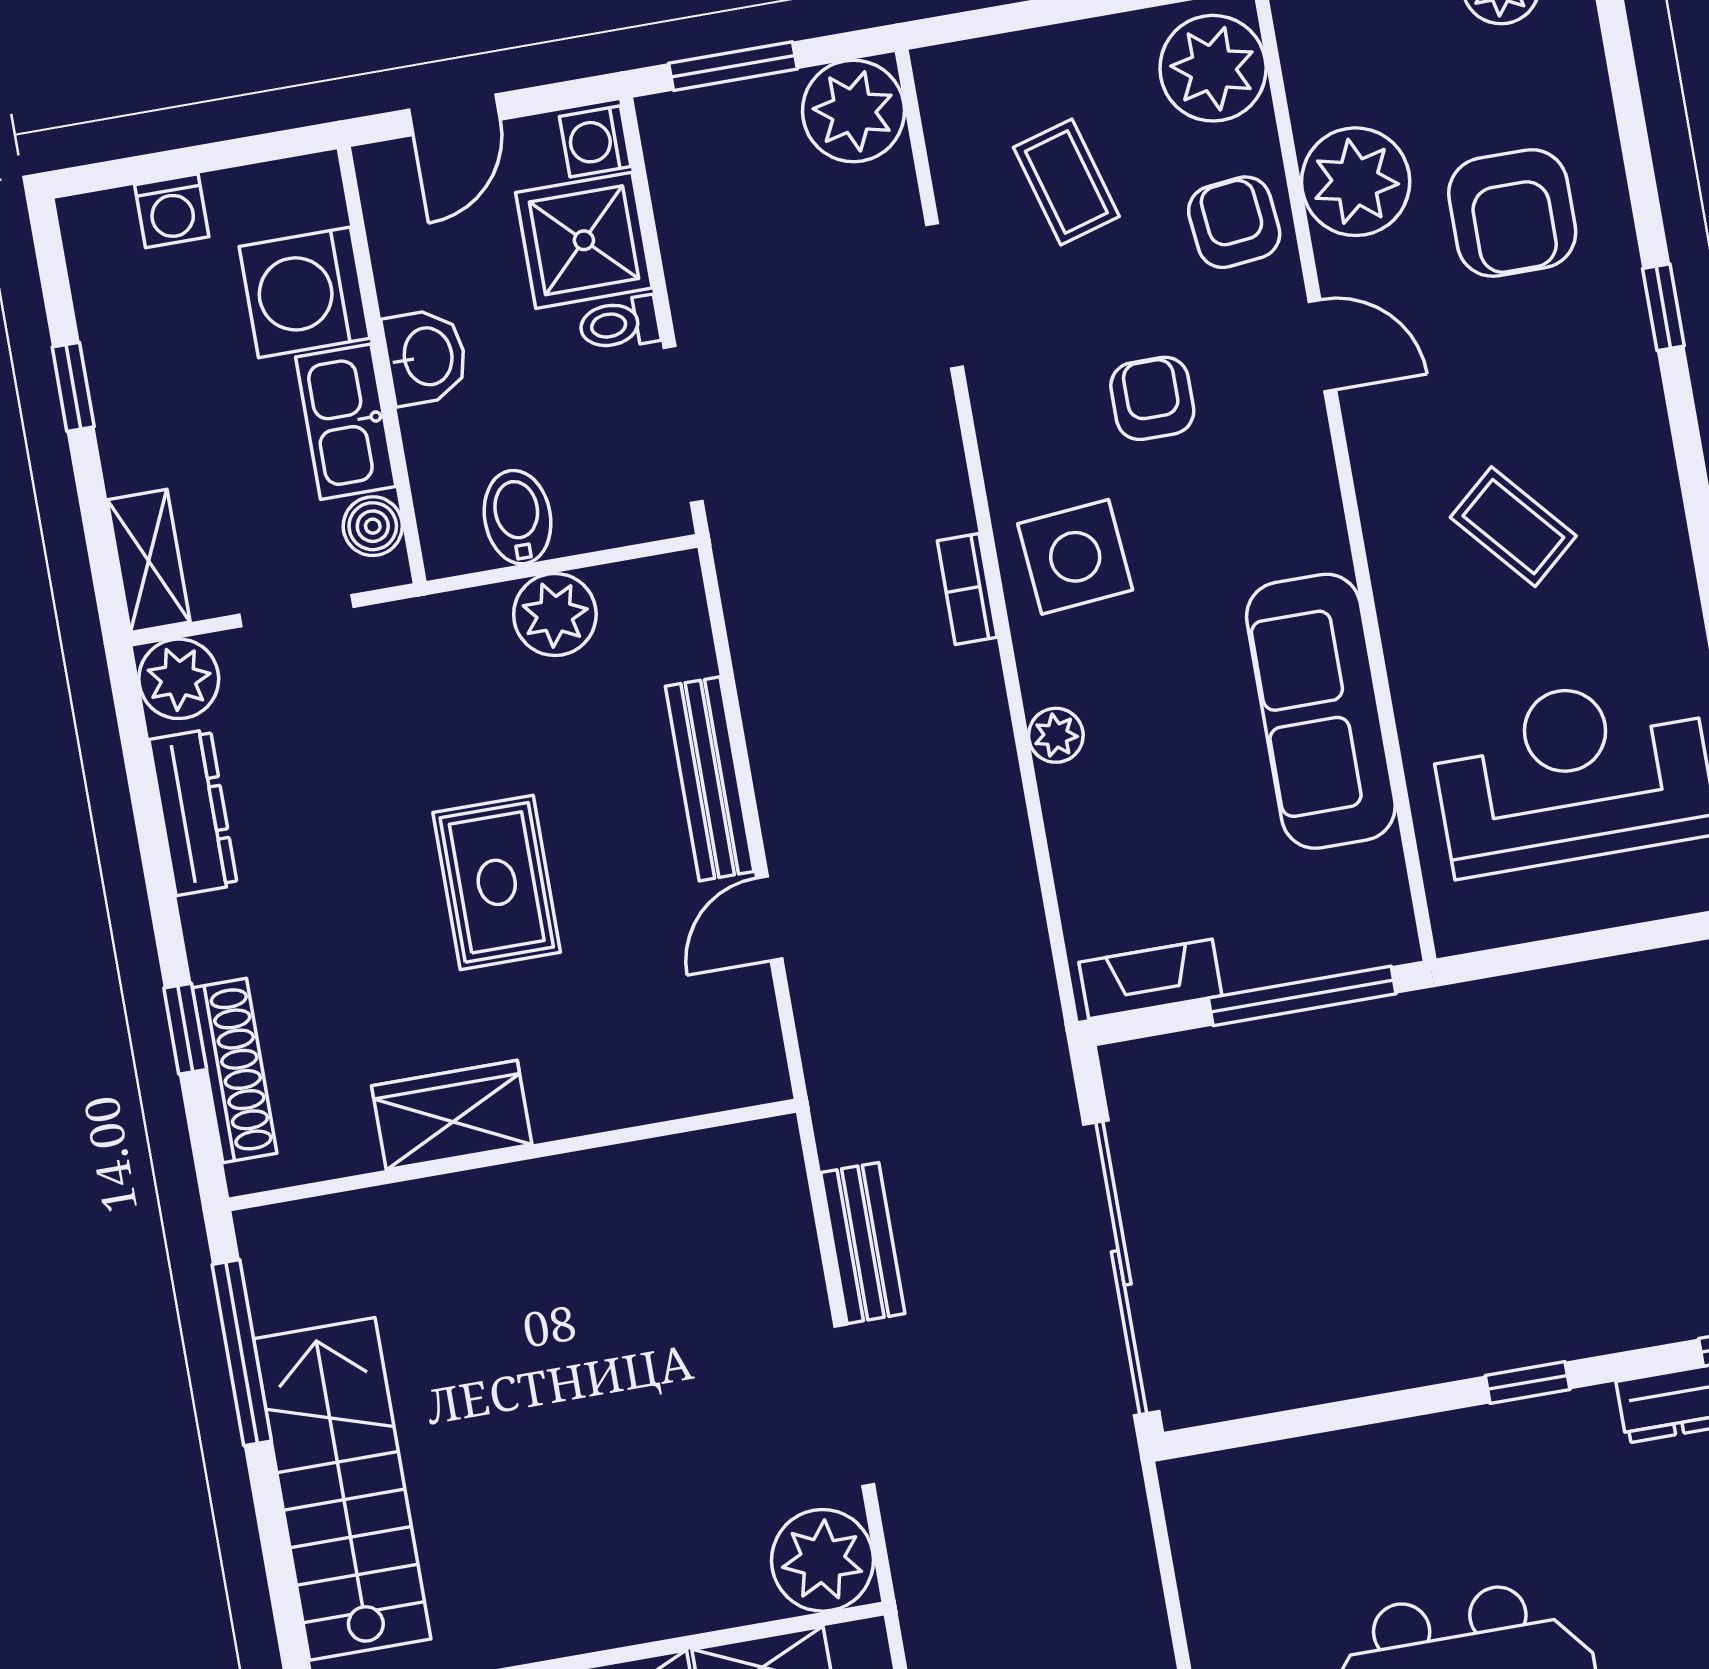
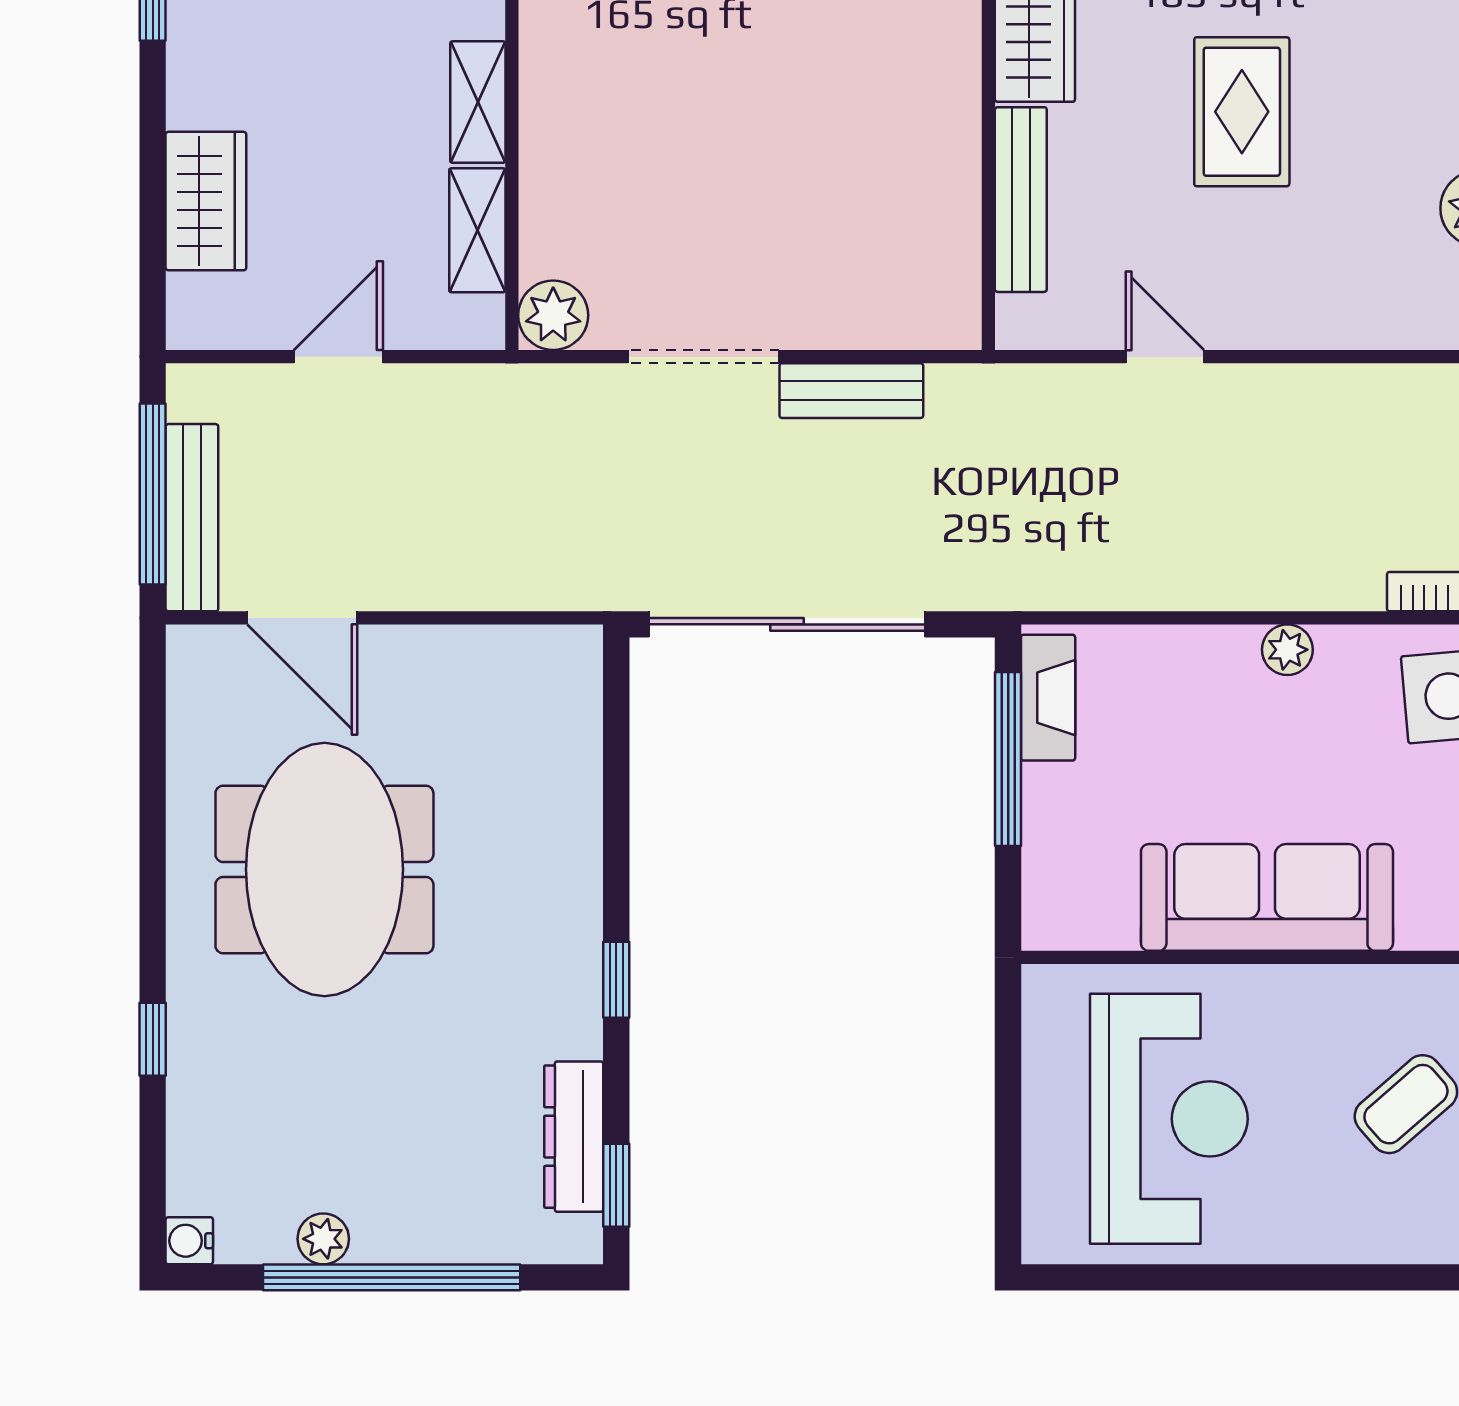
bench: (710, 779) -> (1021, 200), moved, turned 90
rug: (497, 882) -> (1242, 112), turned 90
window: (1302, 996) -> (1008, 759), moved
plant: (823, 1560) -> (553, 315), width x0.73, depth x0.73

